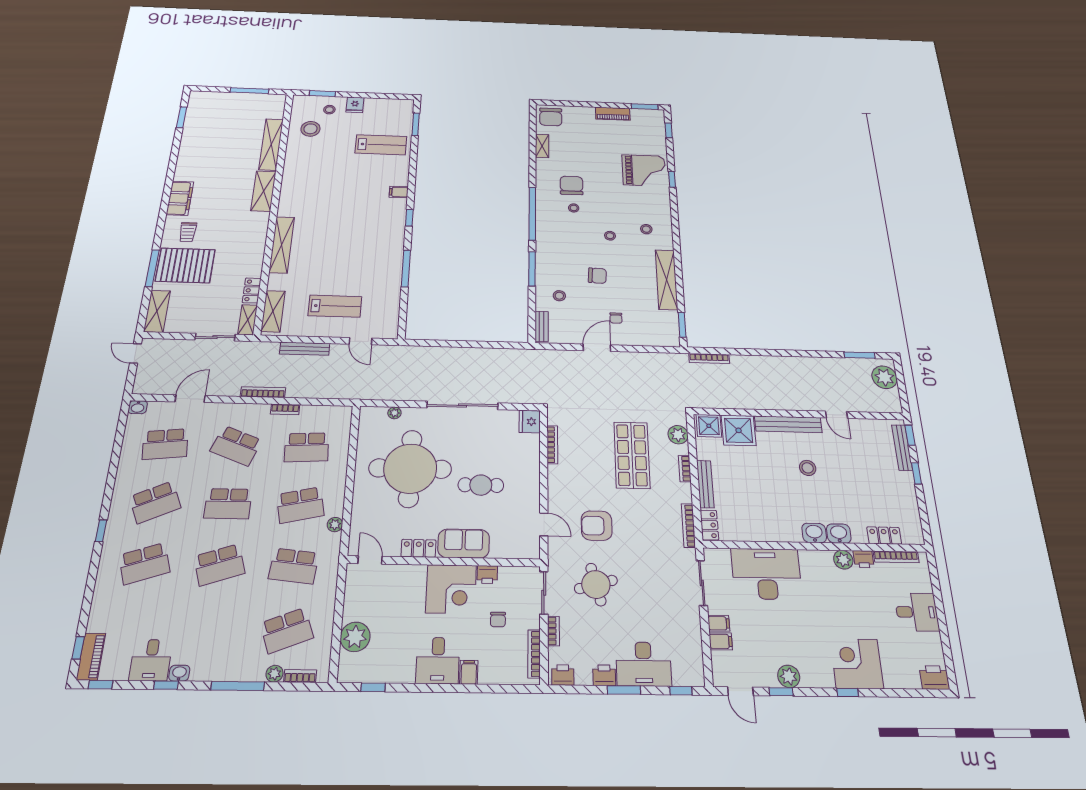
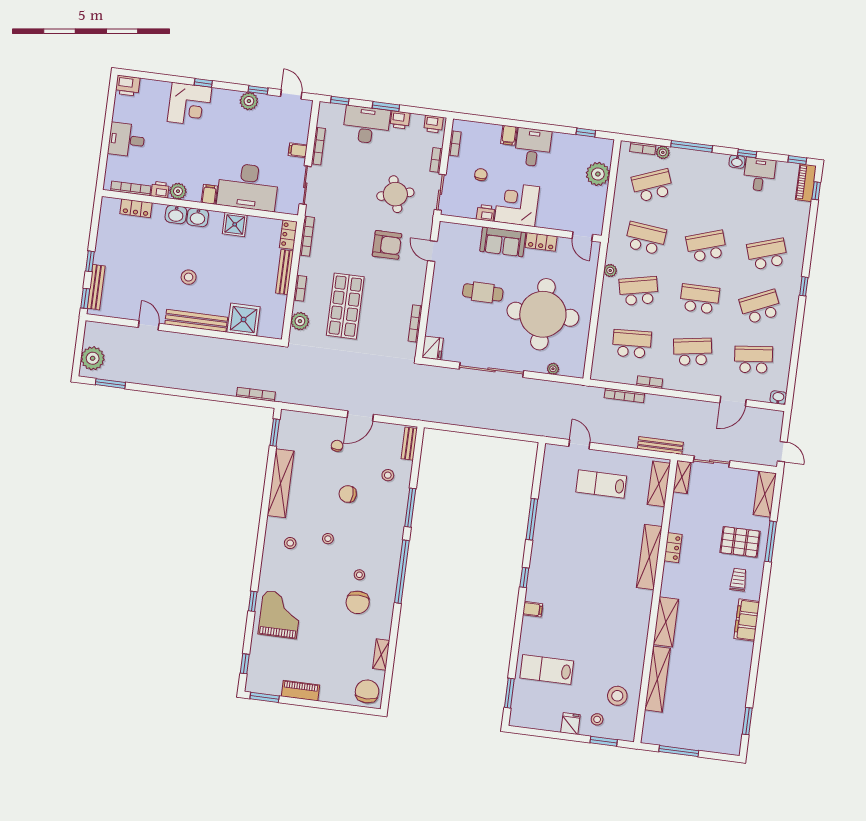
grand piano: (644, 170) -> (280, 615), turned 90
pallet: (185, 265) -> (740, 542), width x0.73, depth x0.71
locker: (252, 290) -> (673, 548), moved
bench: (305, 349) -> (660, 445), moved
bookcase: (263, 392) -> (624, 395), moved
shower: (709, 426) -> (235, 224), moved
school desk: (236, 446) -> (693, 352), turned -30
bookcase: (696, 631) -> (318, 146), added
filing cabinet: (721, 641) -> (209, 194), moved, turned 90
bookcase: (534, 654) -> (455, 144), width x0.64

